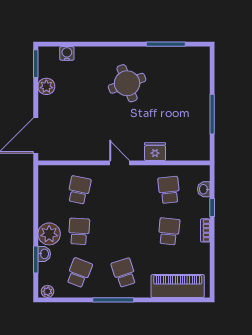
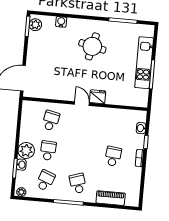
water cooler: (67, 53) -> (61, 22), moved
round table: (127, 83) -> (92, 46), turned 33
plant: (46, 86) -> (35, 25), moved
kitchen unit: (200, 99) -> (144, 63), added
fridge: (155, 152) -> (98, 97), moved
school desk: (169, 190) -> (116, 126), removed
piano: (178, 286) -> (111, 198), width x0.73, depth x0.75

